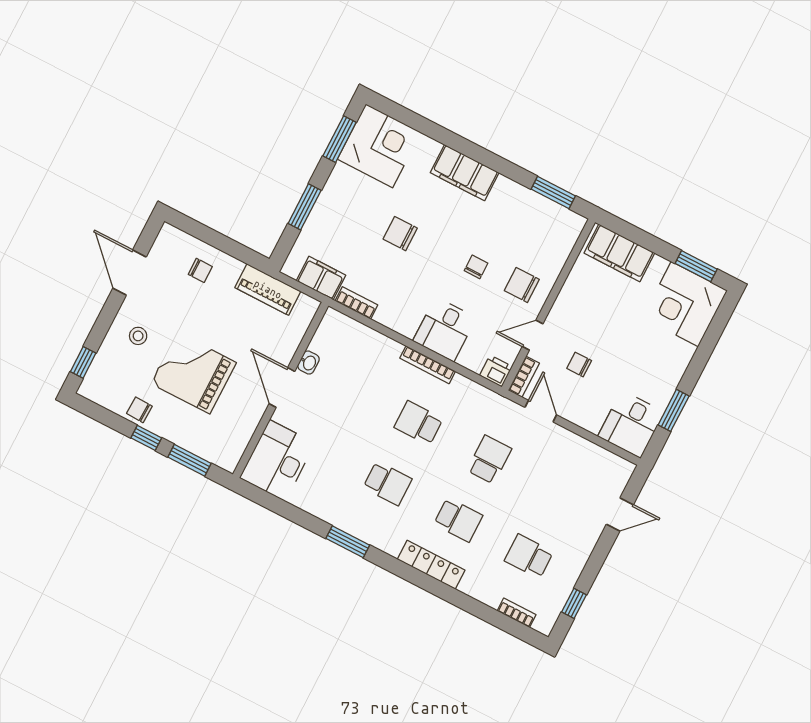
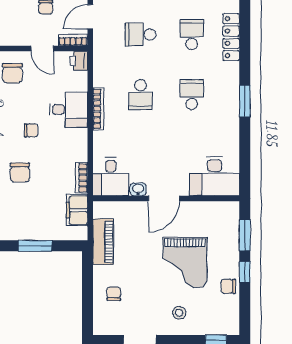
chair: (476, 267) -> (31, 130), moved, turned 180
desk: (340, 338) -> (111, 177), added
chair: (139, 410) -> (228, 286), turned 88

